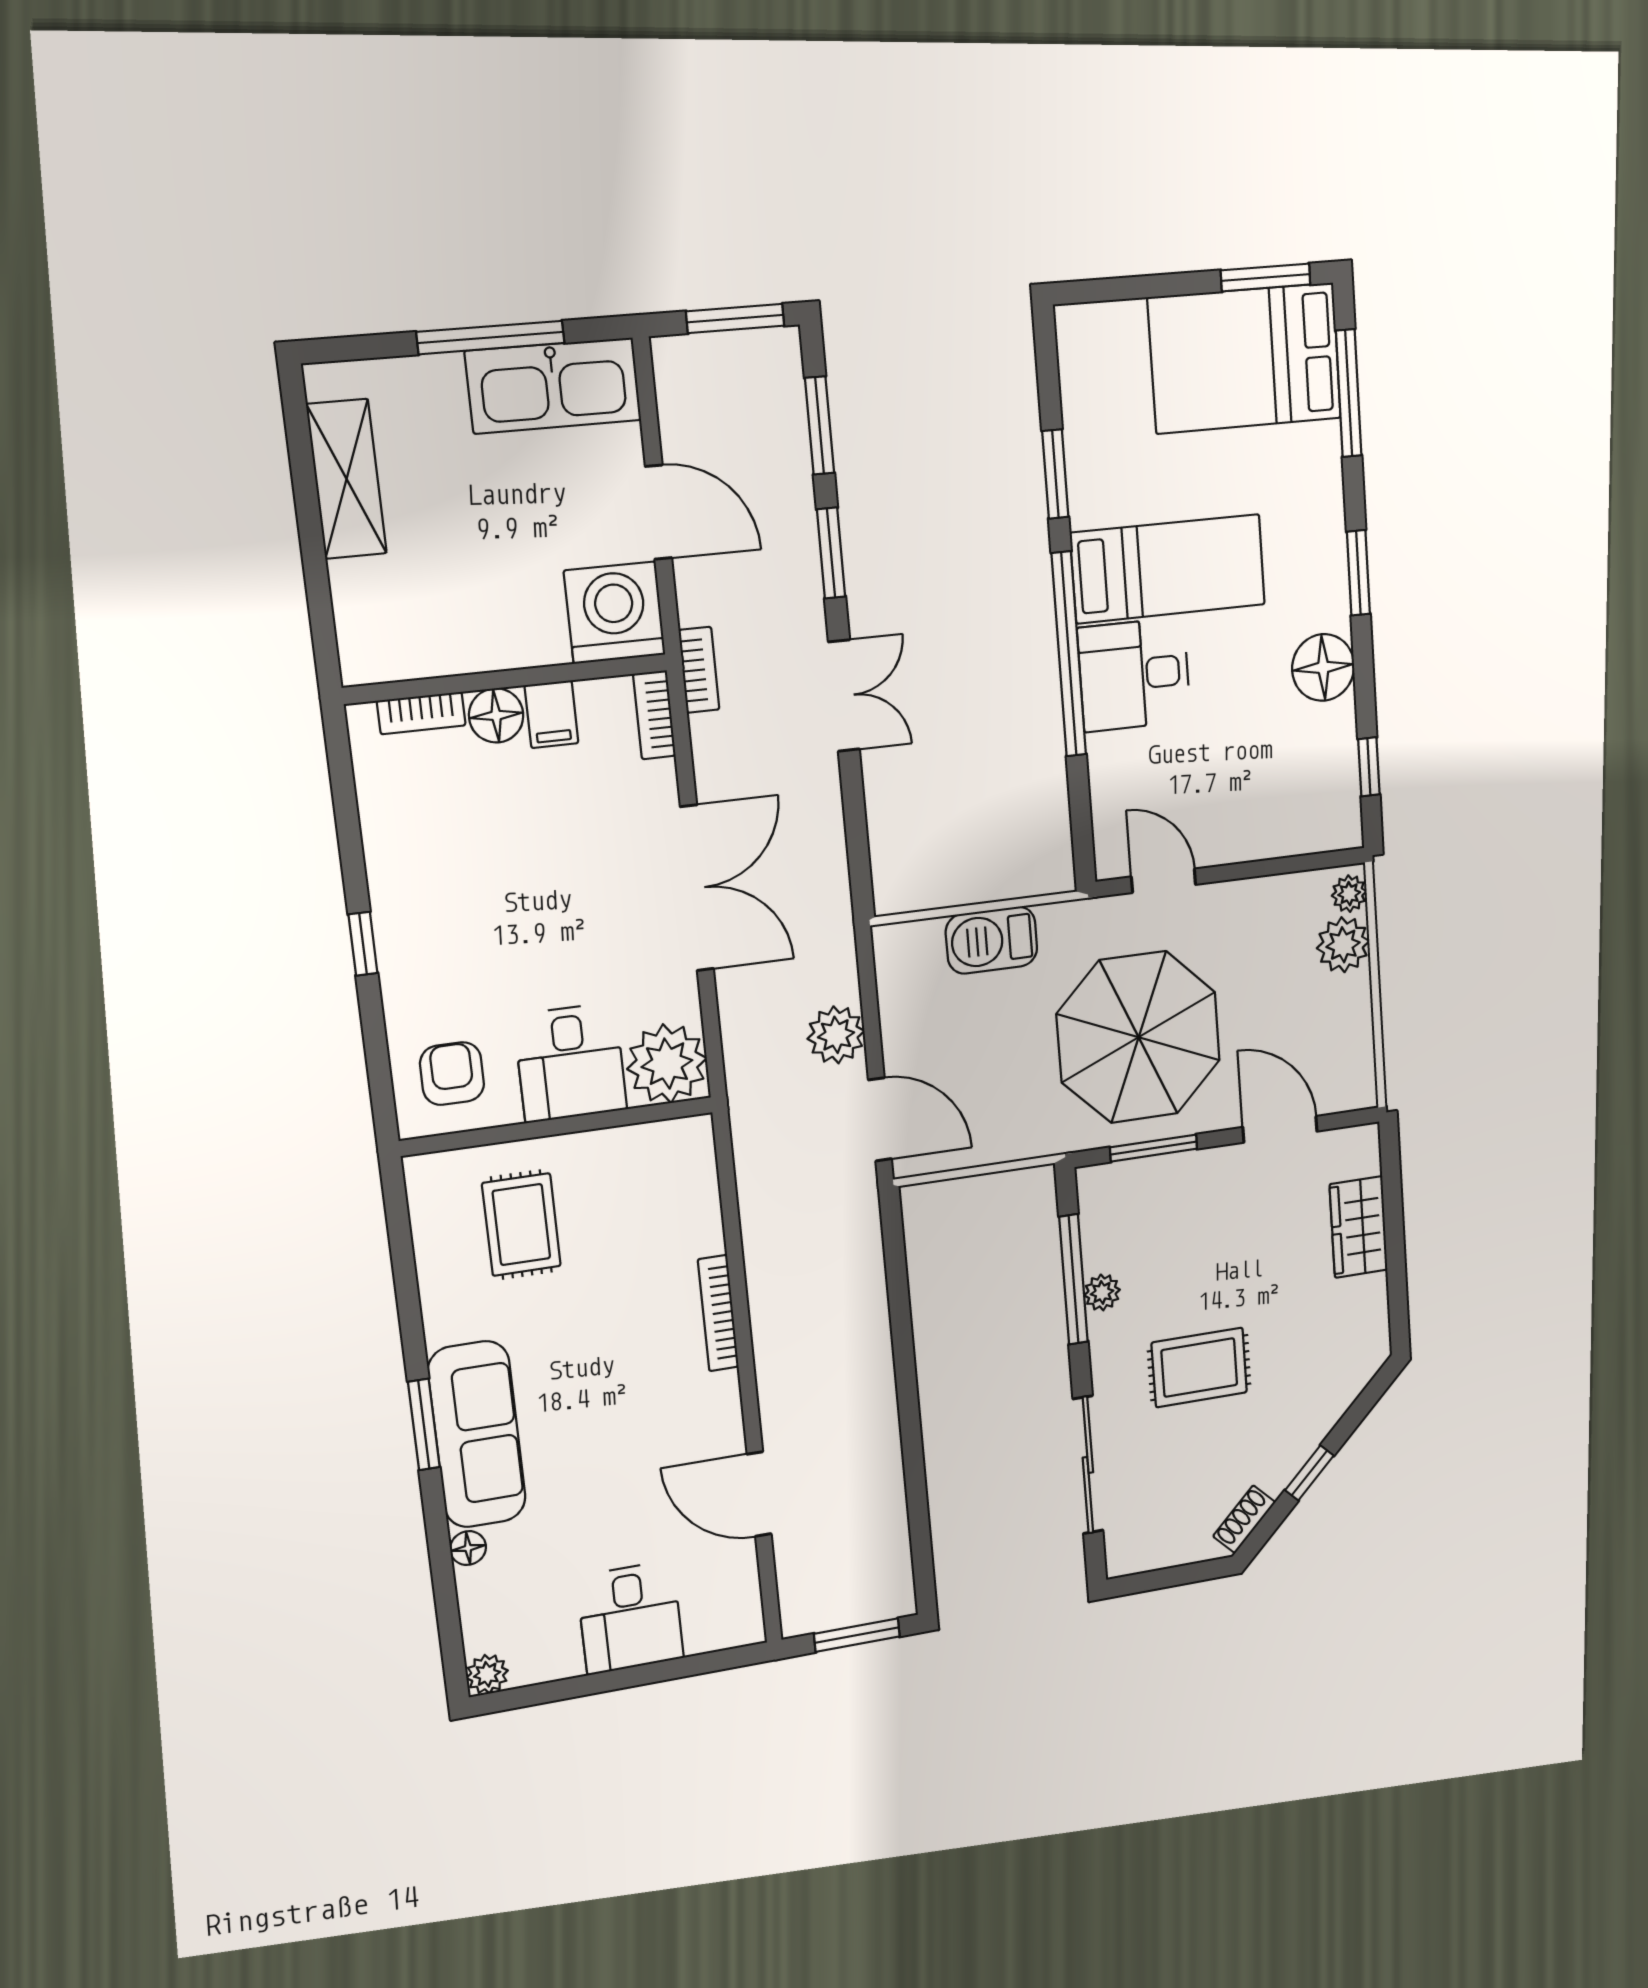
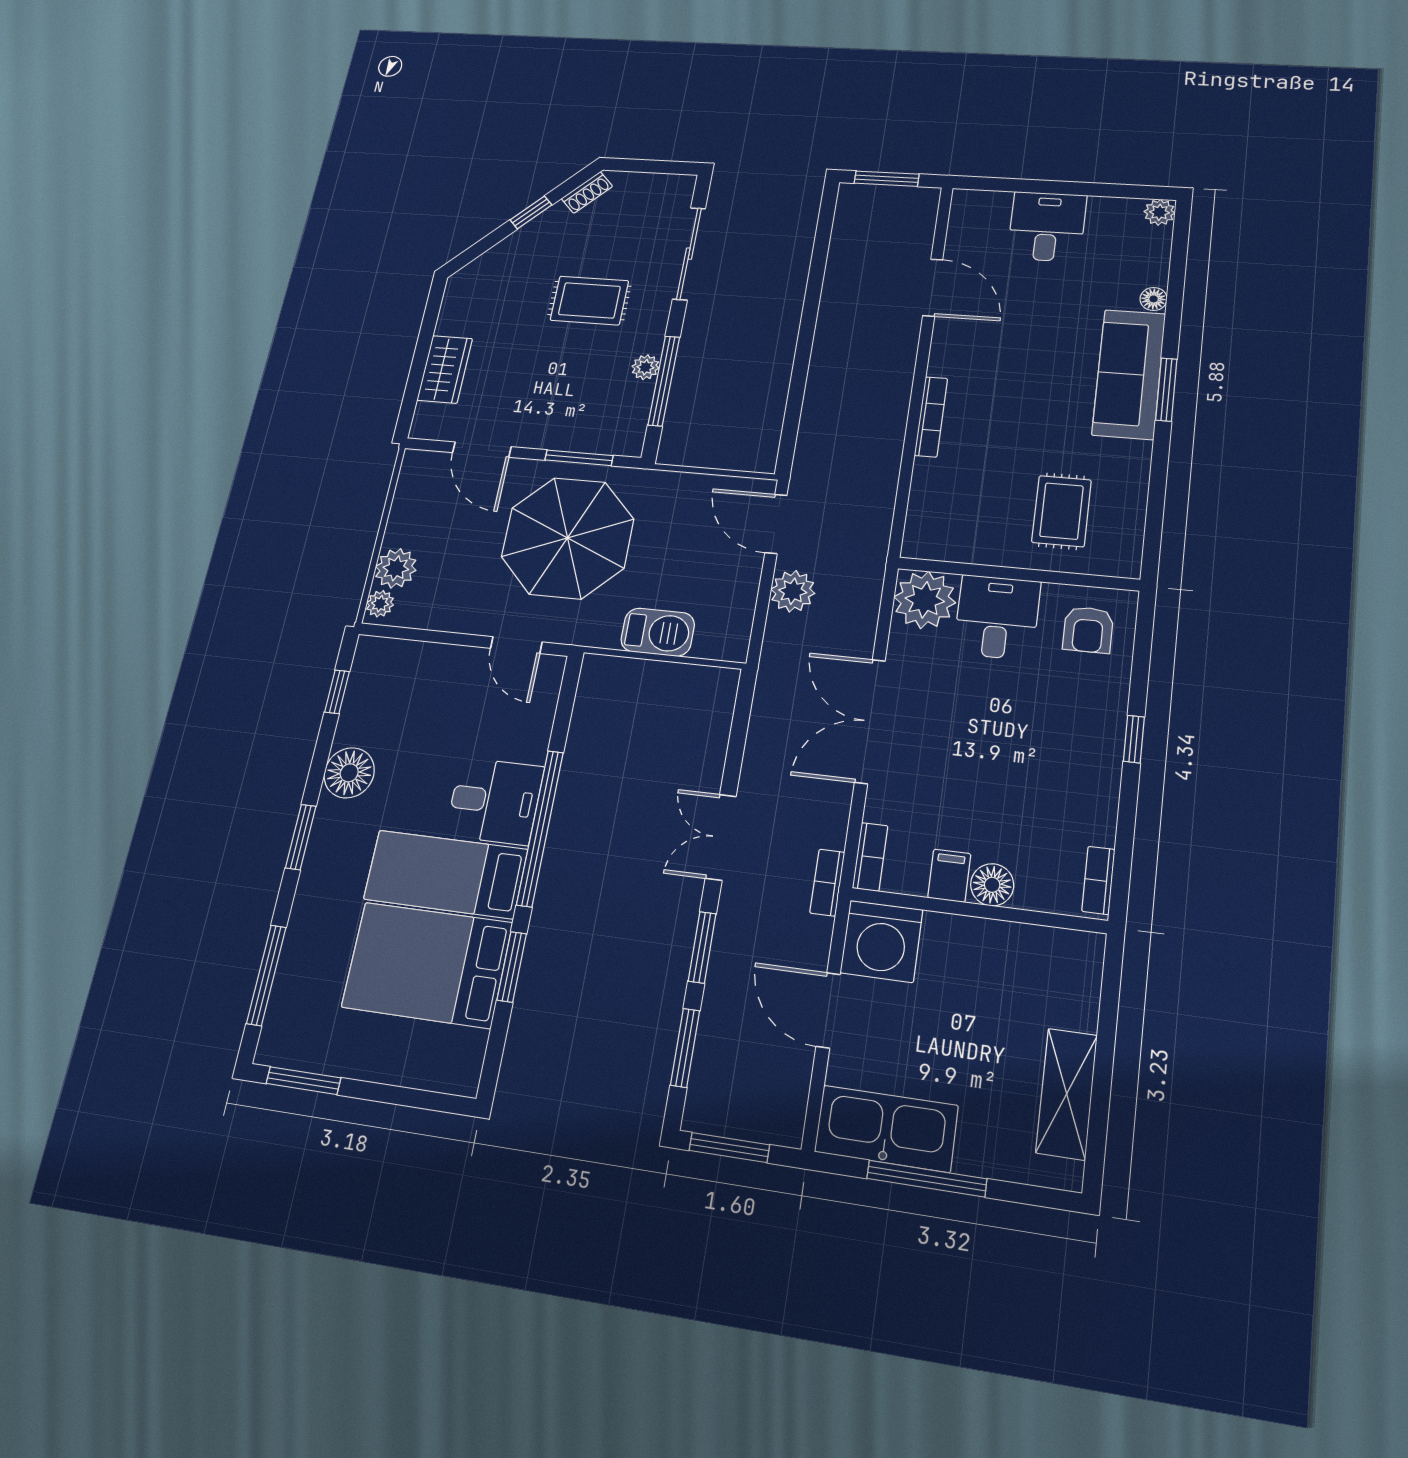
bed: (1245, 358) -> (427, 965), moved, turned 180
bookcase: (421, 713) -> (1098, 880), moved, turned -90

